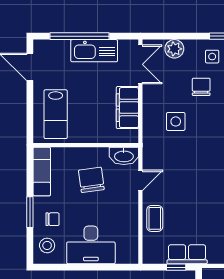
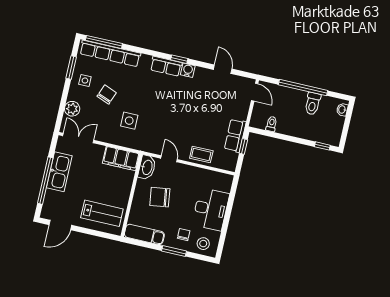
chair: (201, 87) -> (107, 95), turned 111
filing cabinet: (127, 108) -> (121, 159), moved

